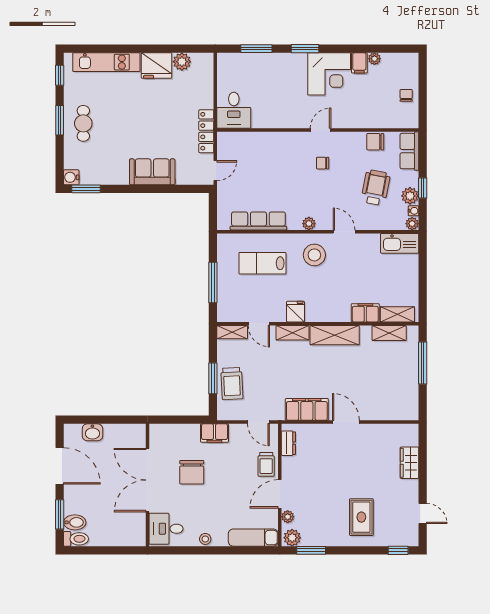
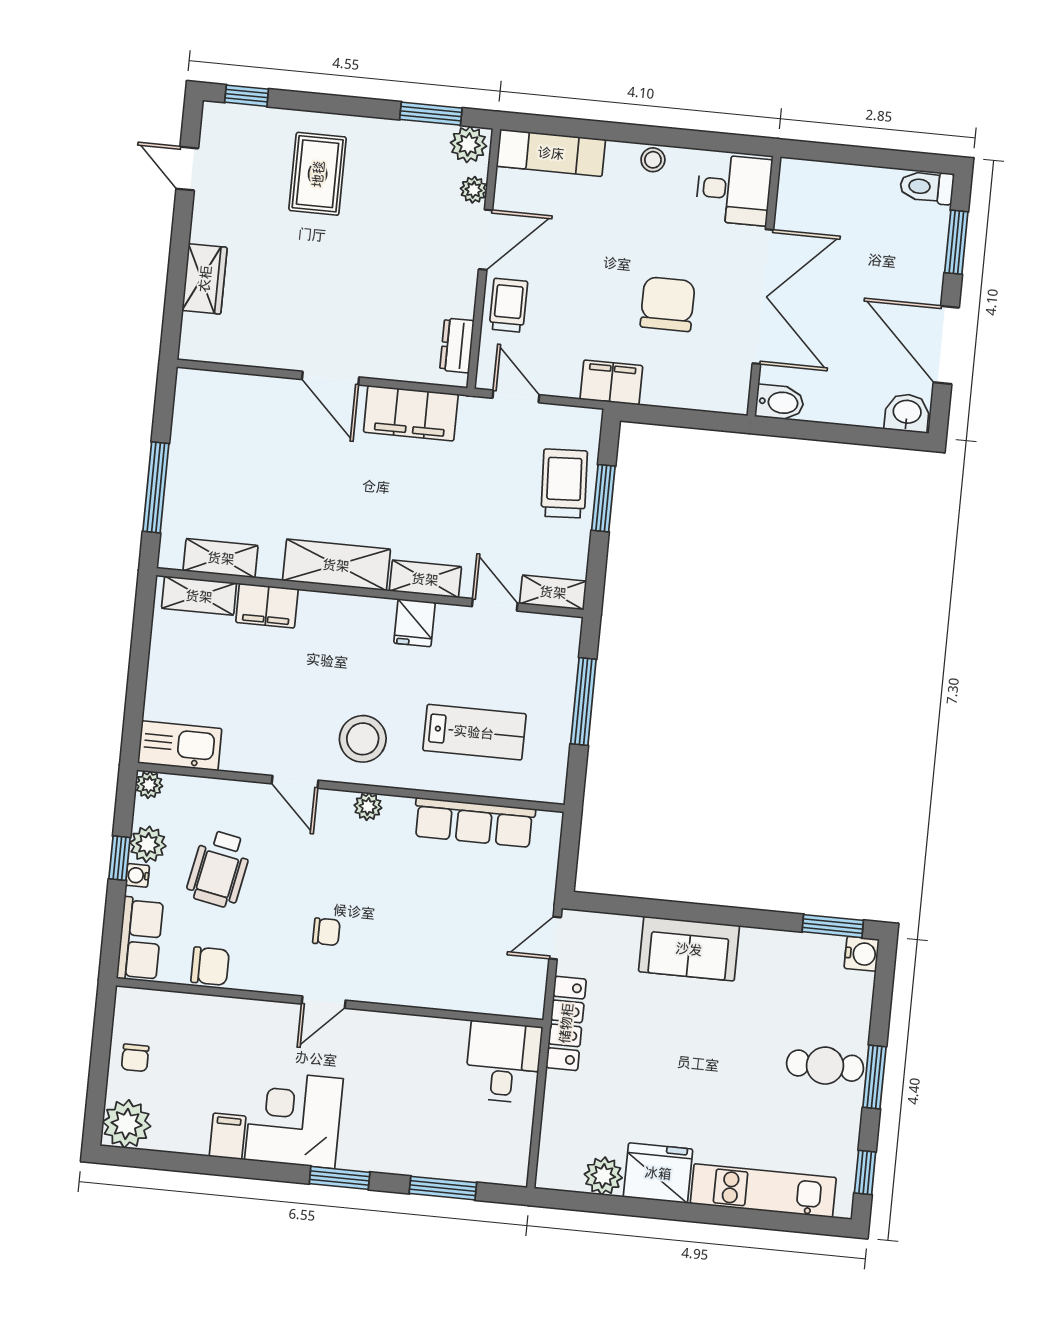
plant: (374, 59) -> (127, 1124), moved, width x1.87, depth x1.87
cafe table: (83, 123) -> (825, 1066), turned 90
water cooler: (413, 211) -> (137, 875), moved
washbasin: (92, 432) -> (907, 413), moved
bidet: (75, 522) -> (780, 402), moved, turned 180

